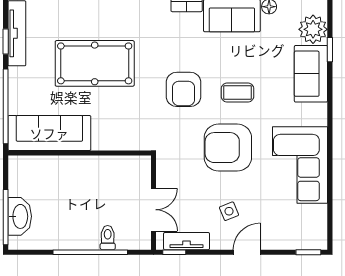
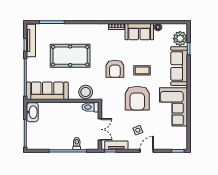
sofa: (311, 74) -> (179, 66), width x1.36
stool: (125, 135) -> (86, 92), added
armchair: (228, 148) -> (137, 98), turned -90
toilet: (135, 165) -> (90, 107), added
washbasin: (20, 216) -> (32, 112), moved

